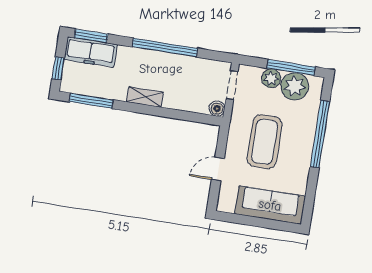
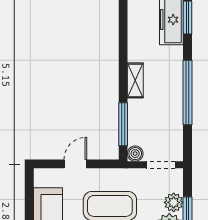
window: (91, 101) -> (123, 124), moved
door: (218, 169) -> (75, 164), hinge flipped

